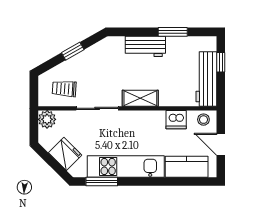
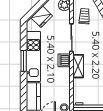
dishwasher: (176, 120) -> (64, 60), moved
window: (102, 182) -> (24, 61), moved

